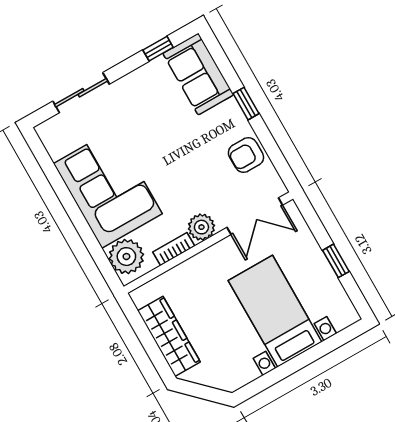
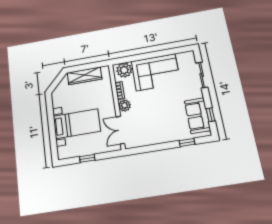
sofa: (198, 74) -> (197, 116), moved, turned -90
window: (246, 104) -> (187, 142), moved
armchair: (246, 155) -> (149, 136), removed

